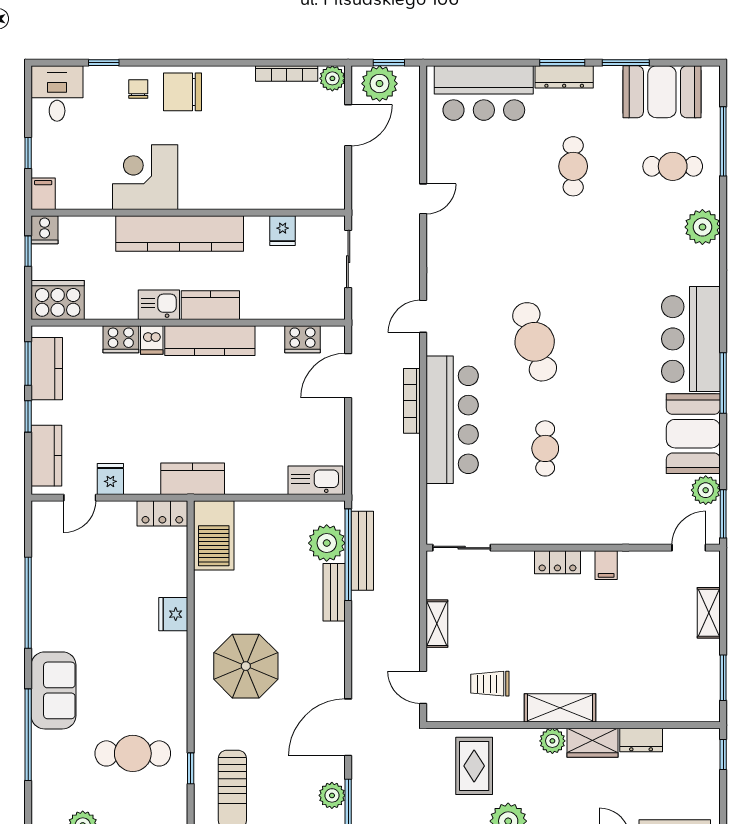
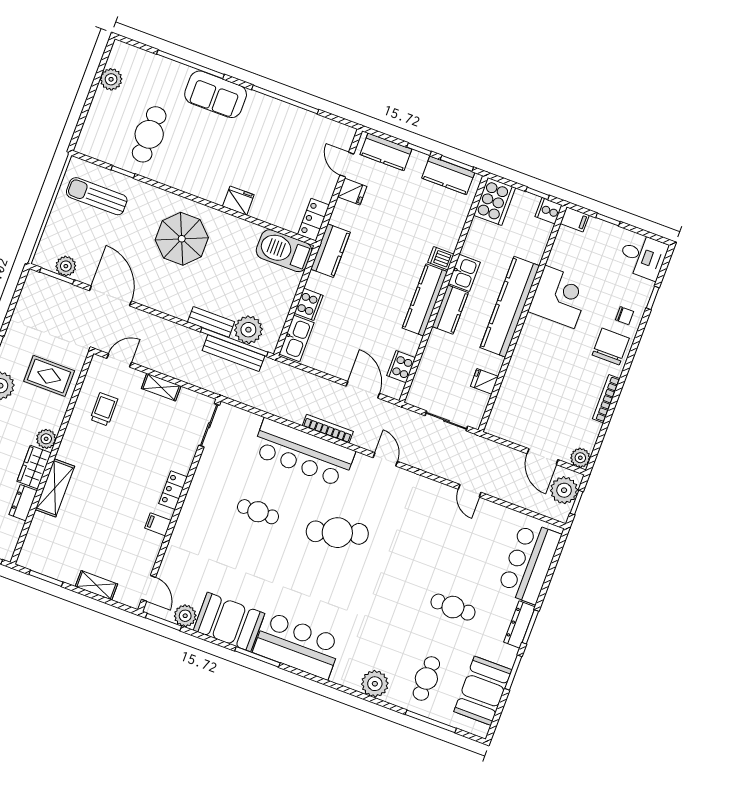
bookcase: (287, 74) -> (606, 399), moved
cooker: (121, 339) -> (309, 304), moved, turned 180
shelving: (560, 708) -> (55, 488), moved

